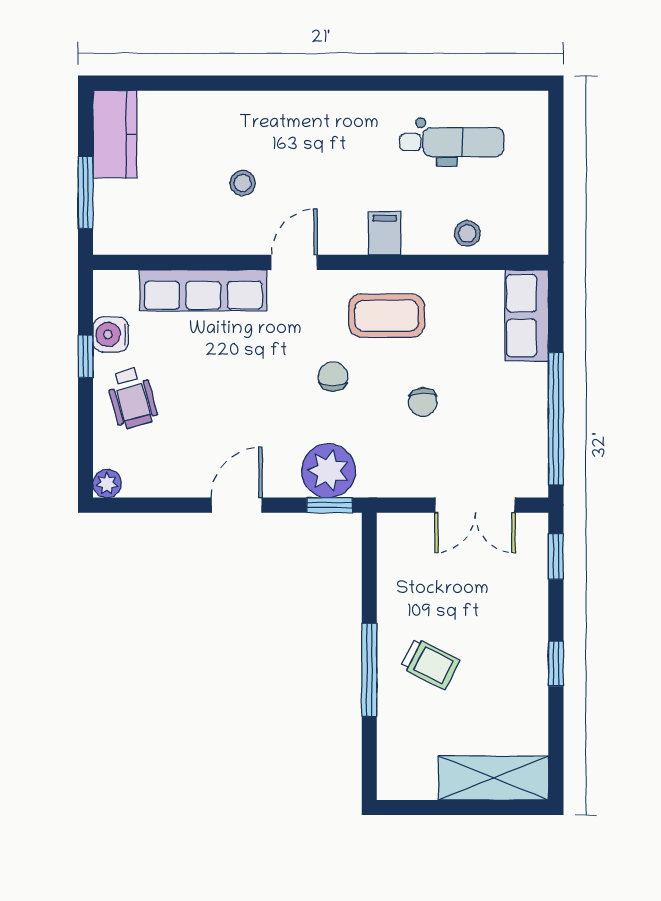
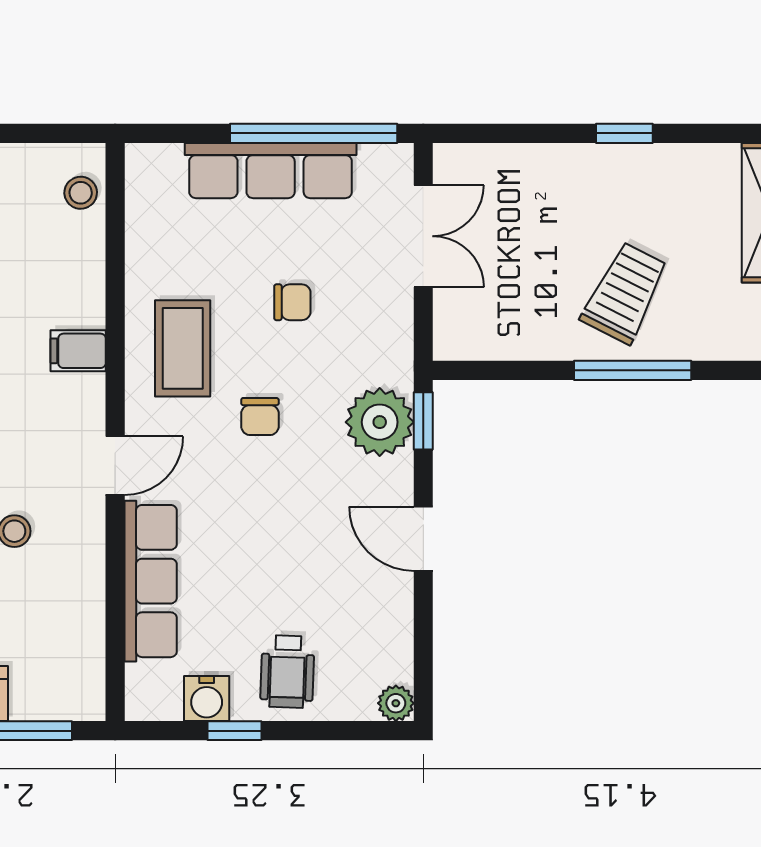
stool: (467, 233) -> (81, 193), moved
door: (294, 262) -> (115, 466), swing flipped
row of seats: (527, 316) -> (271, 171), moved, width x1.48
chair: (333, 376) -> (260, 417), turned -90
wheelchair: (132, 398) -> (287, 672), turned 107
window: (556, 557) -> (489, 133), removed
trolley: (430, 664) -> (625, 293), width x1.36, depth x1.39

